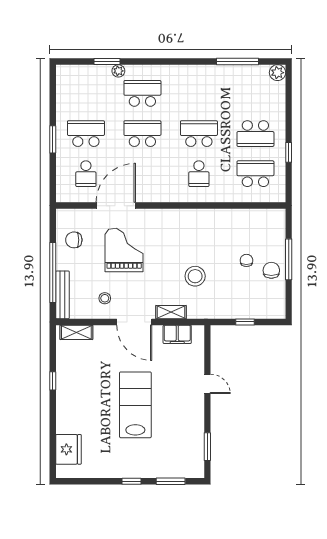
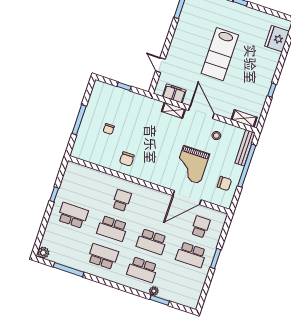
school desk: (255, 174) -> (103, 257), moved, turned 180
chair: (271, 270) -> (127, 159), moved
stool: (195, 276) -> (148, 130), removed
door: (207, 384) -> (160, 65), moved

